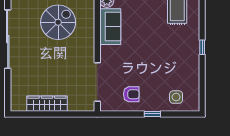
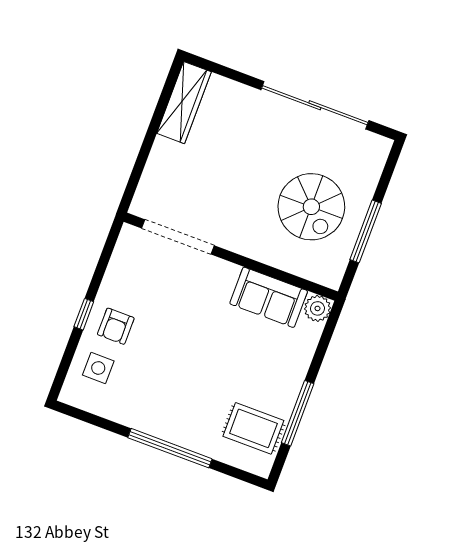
window: (202, 47) -> (170, 448), width x3.17
armchair: (131, 94) -> (116, 326), moved
wardrobe: (47, 104) -> (184, 103), moved

